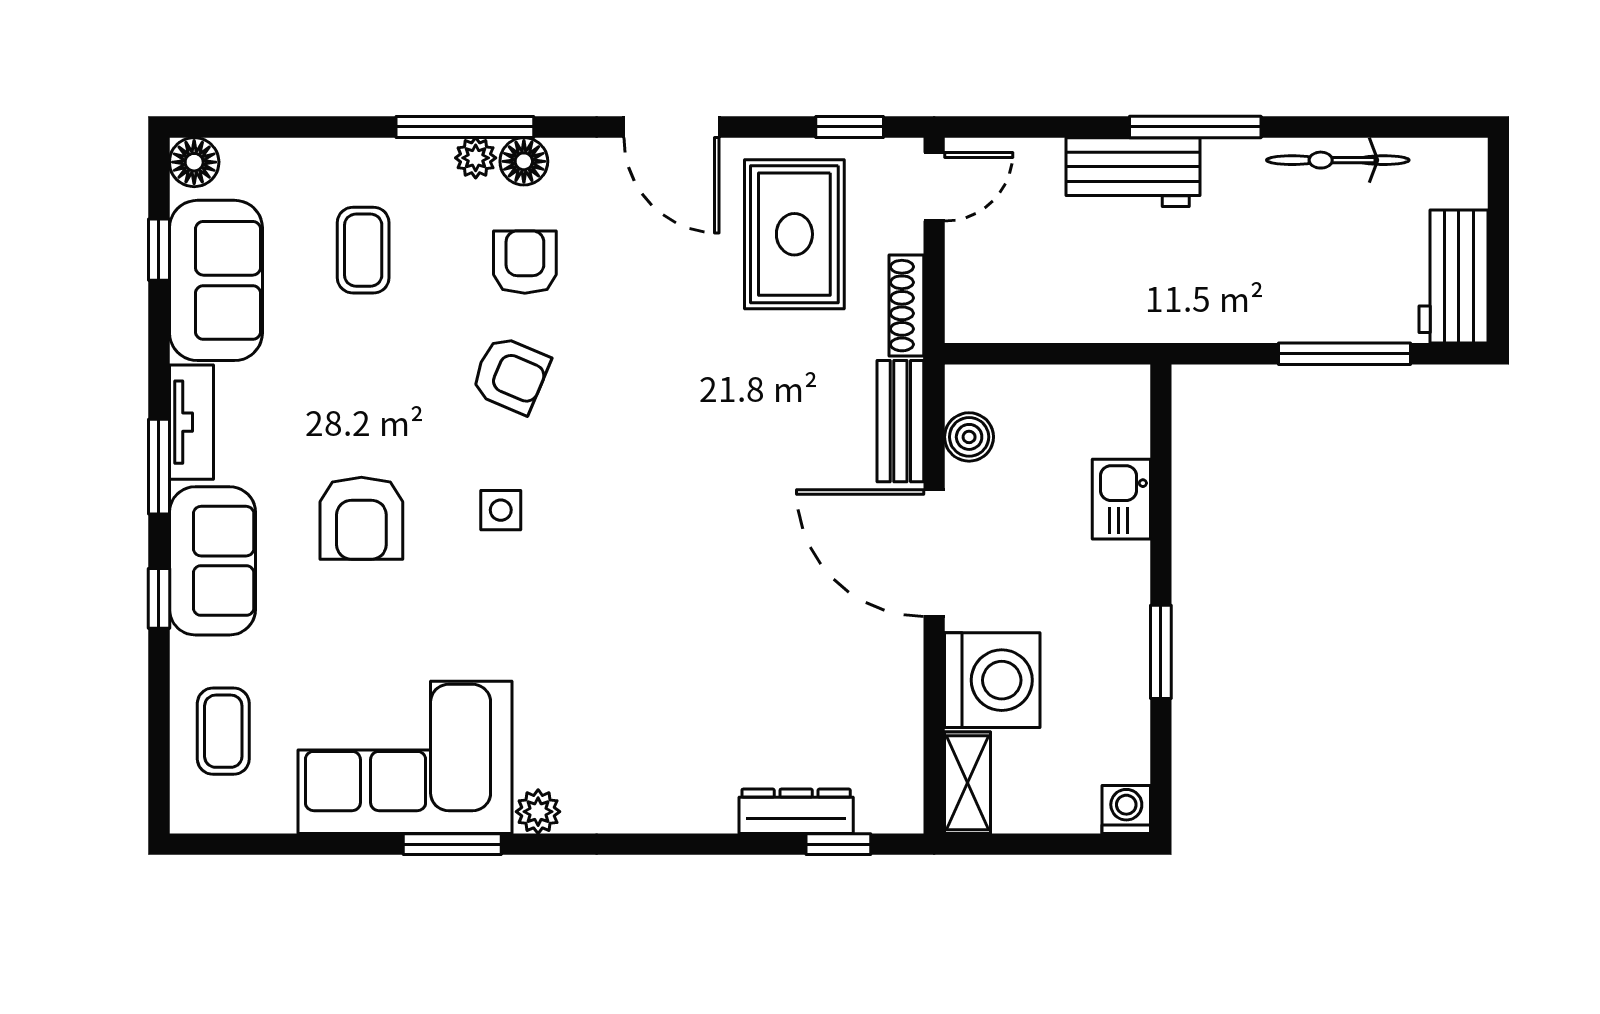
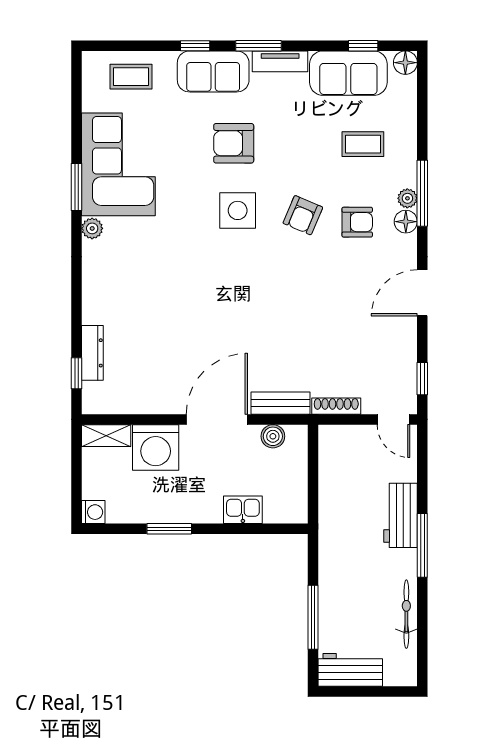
rug: (794, 234) -> (371, 352), removed
side table: (501, 510) -> (238, 210), width x1.87, depth x1.87

